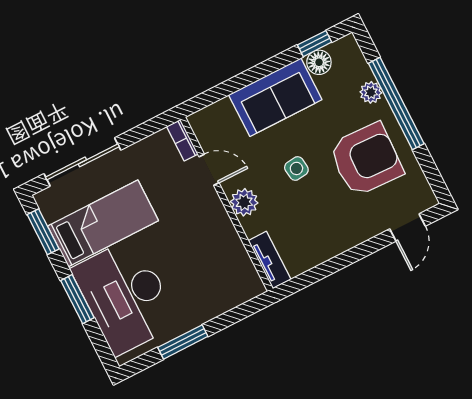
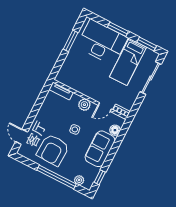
floor lamp: (319, 62) -> (115, 130), moved
plant: (371, 92) -> (79, 180), moved

